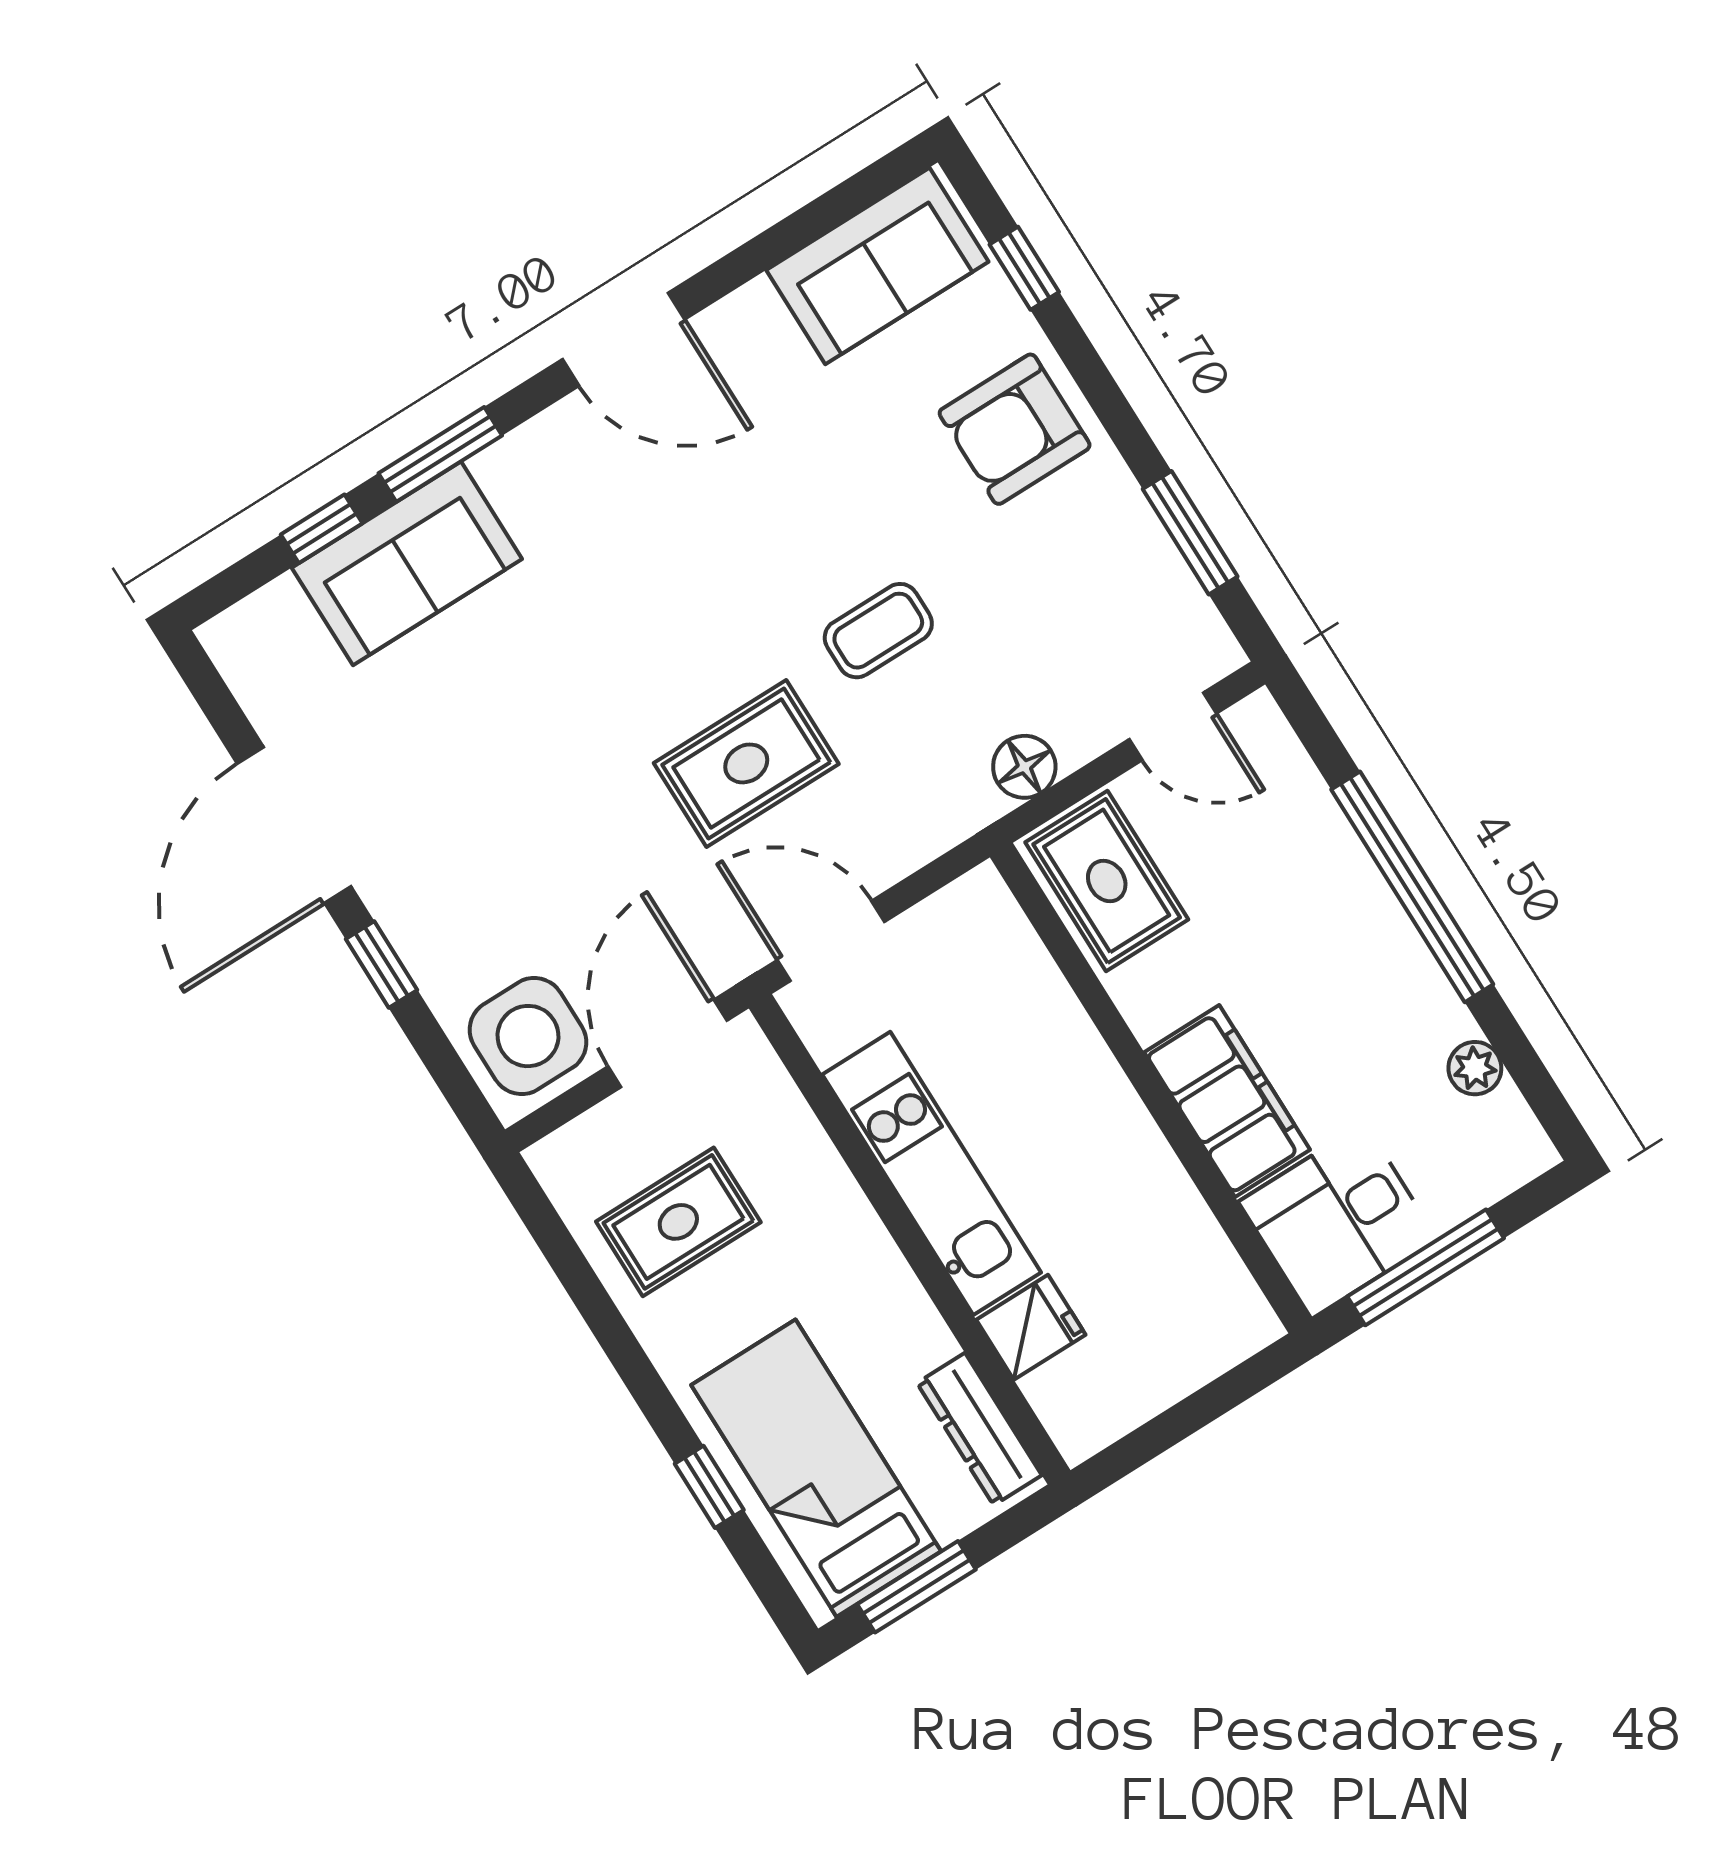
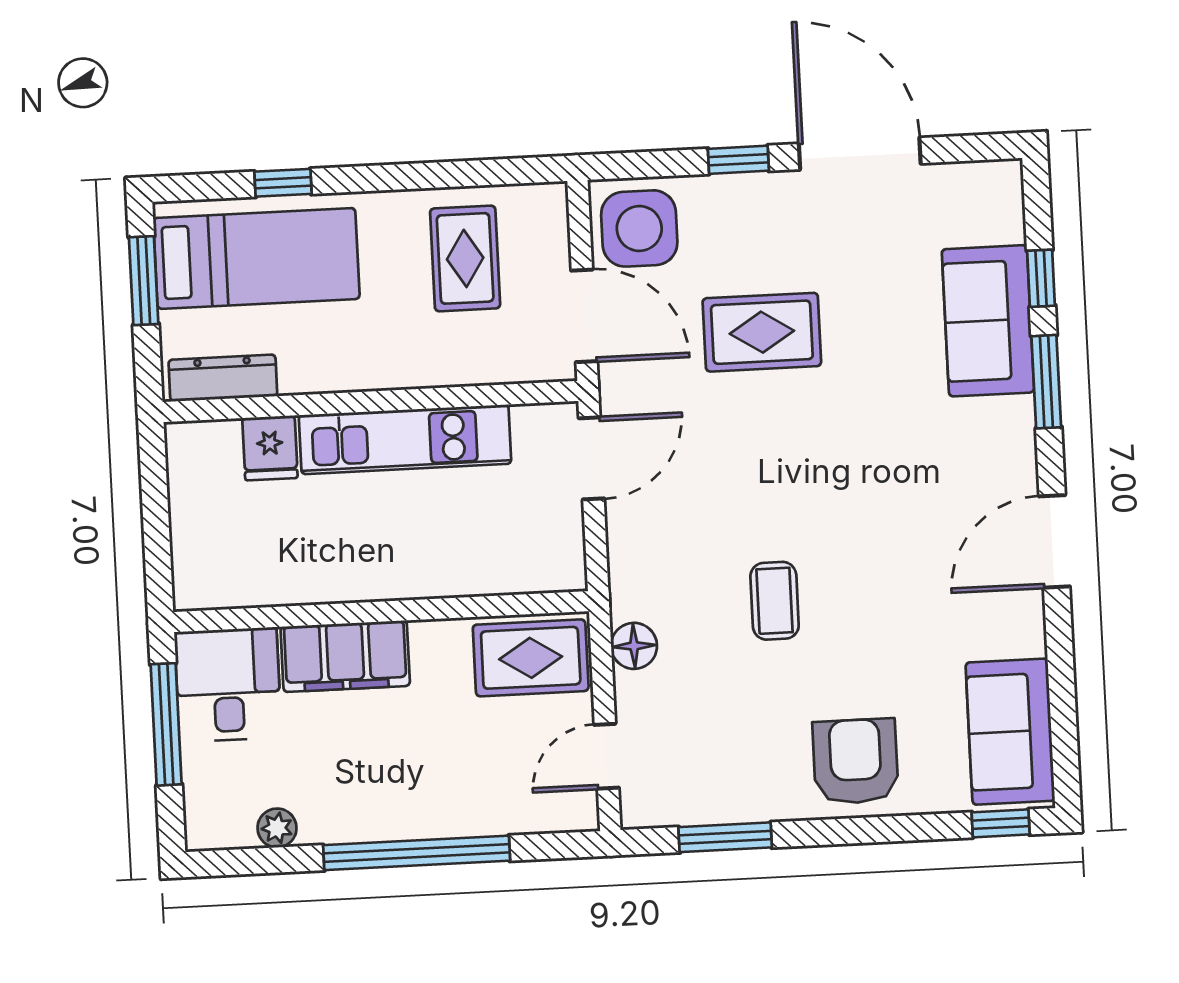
window: (1024, 268) -> (1001, 823), moved
rug: (746, 763) -> (762, 332), moved, turned 90

